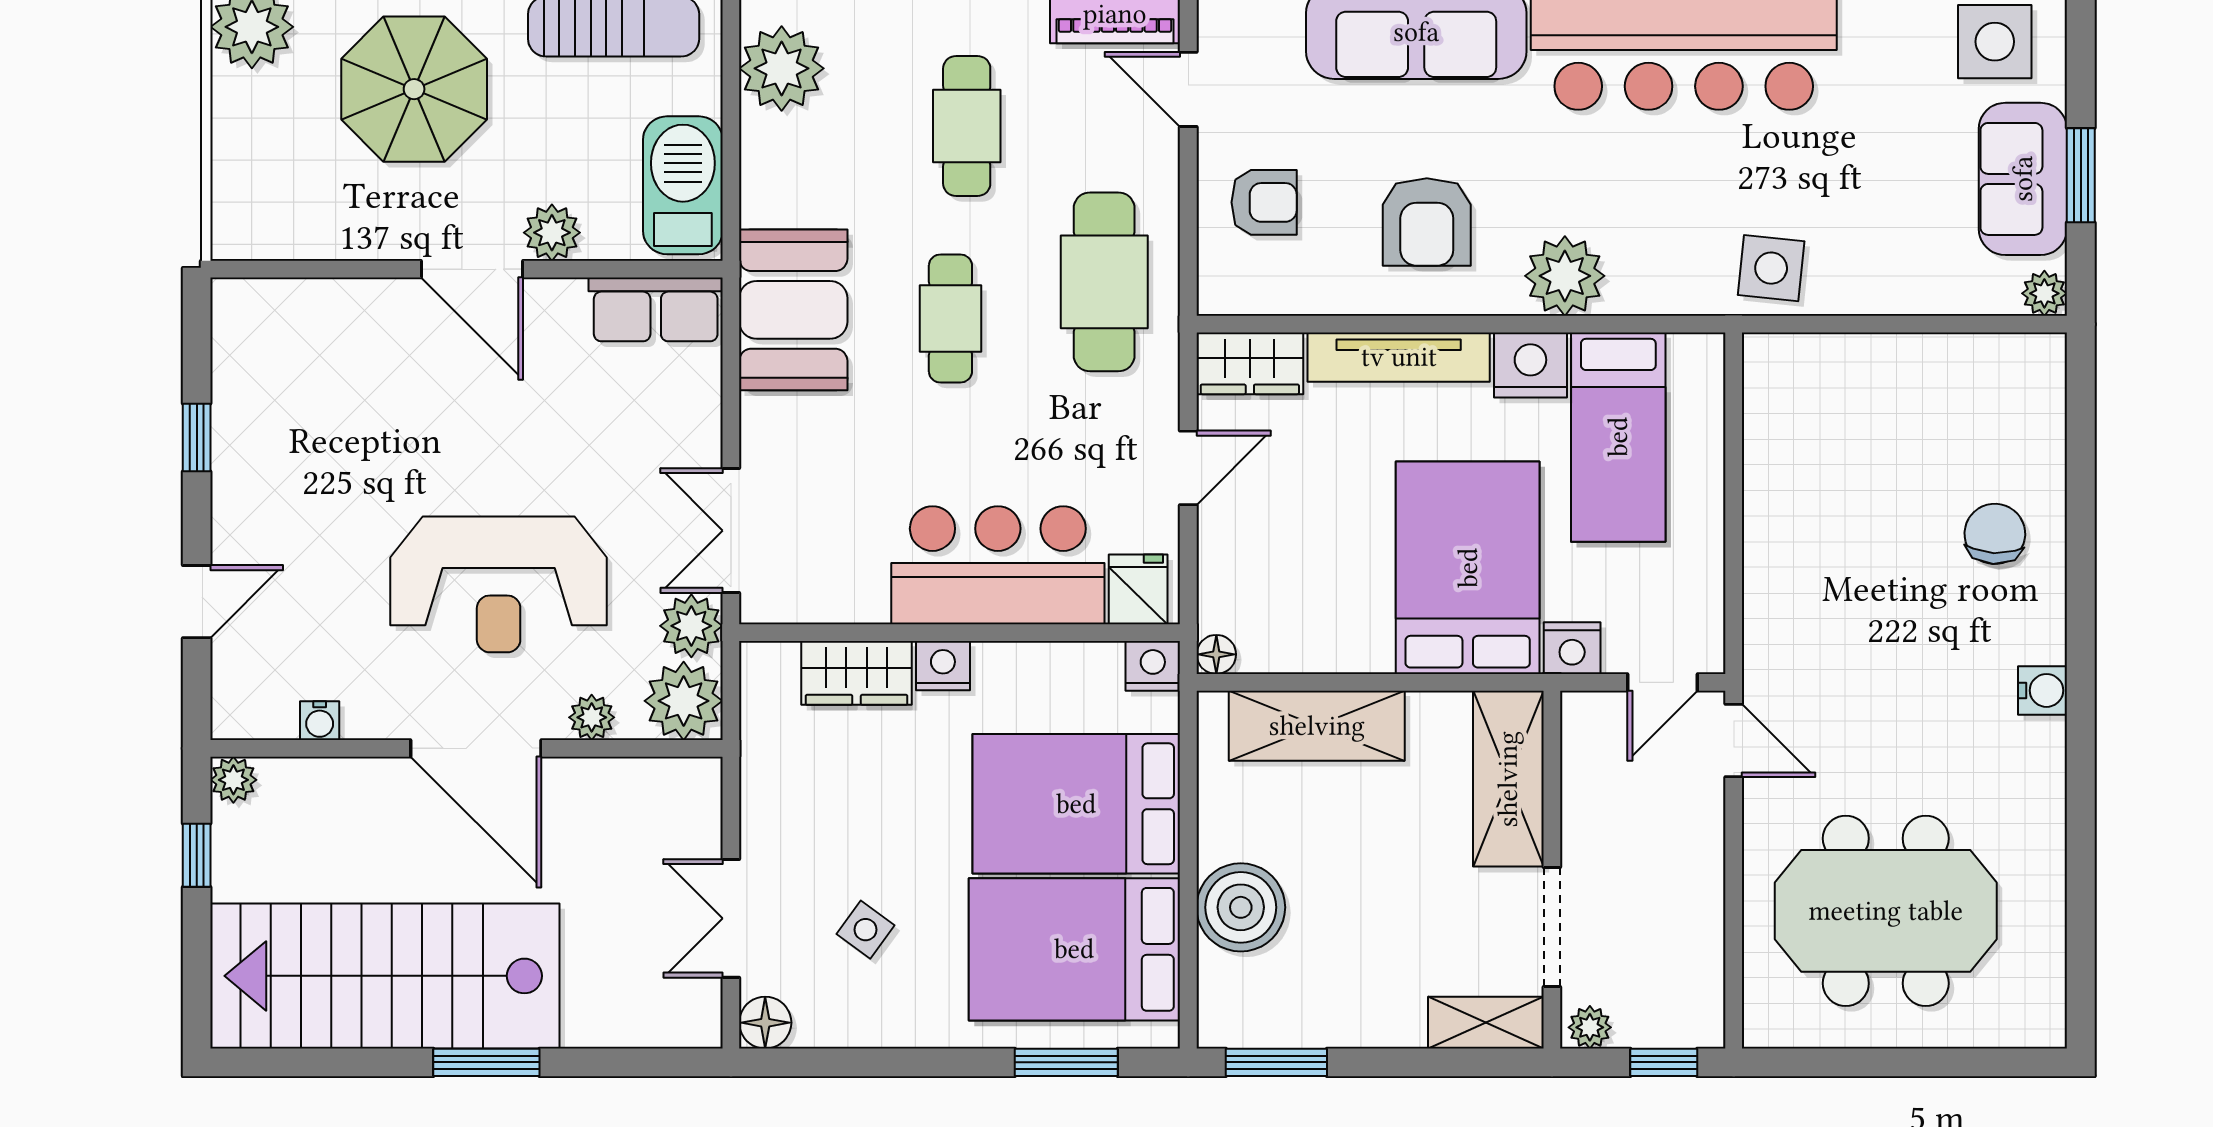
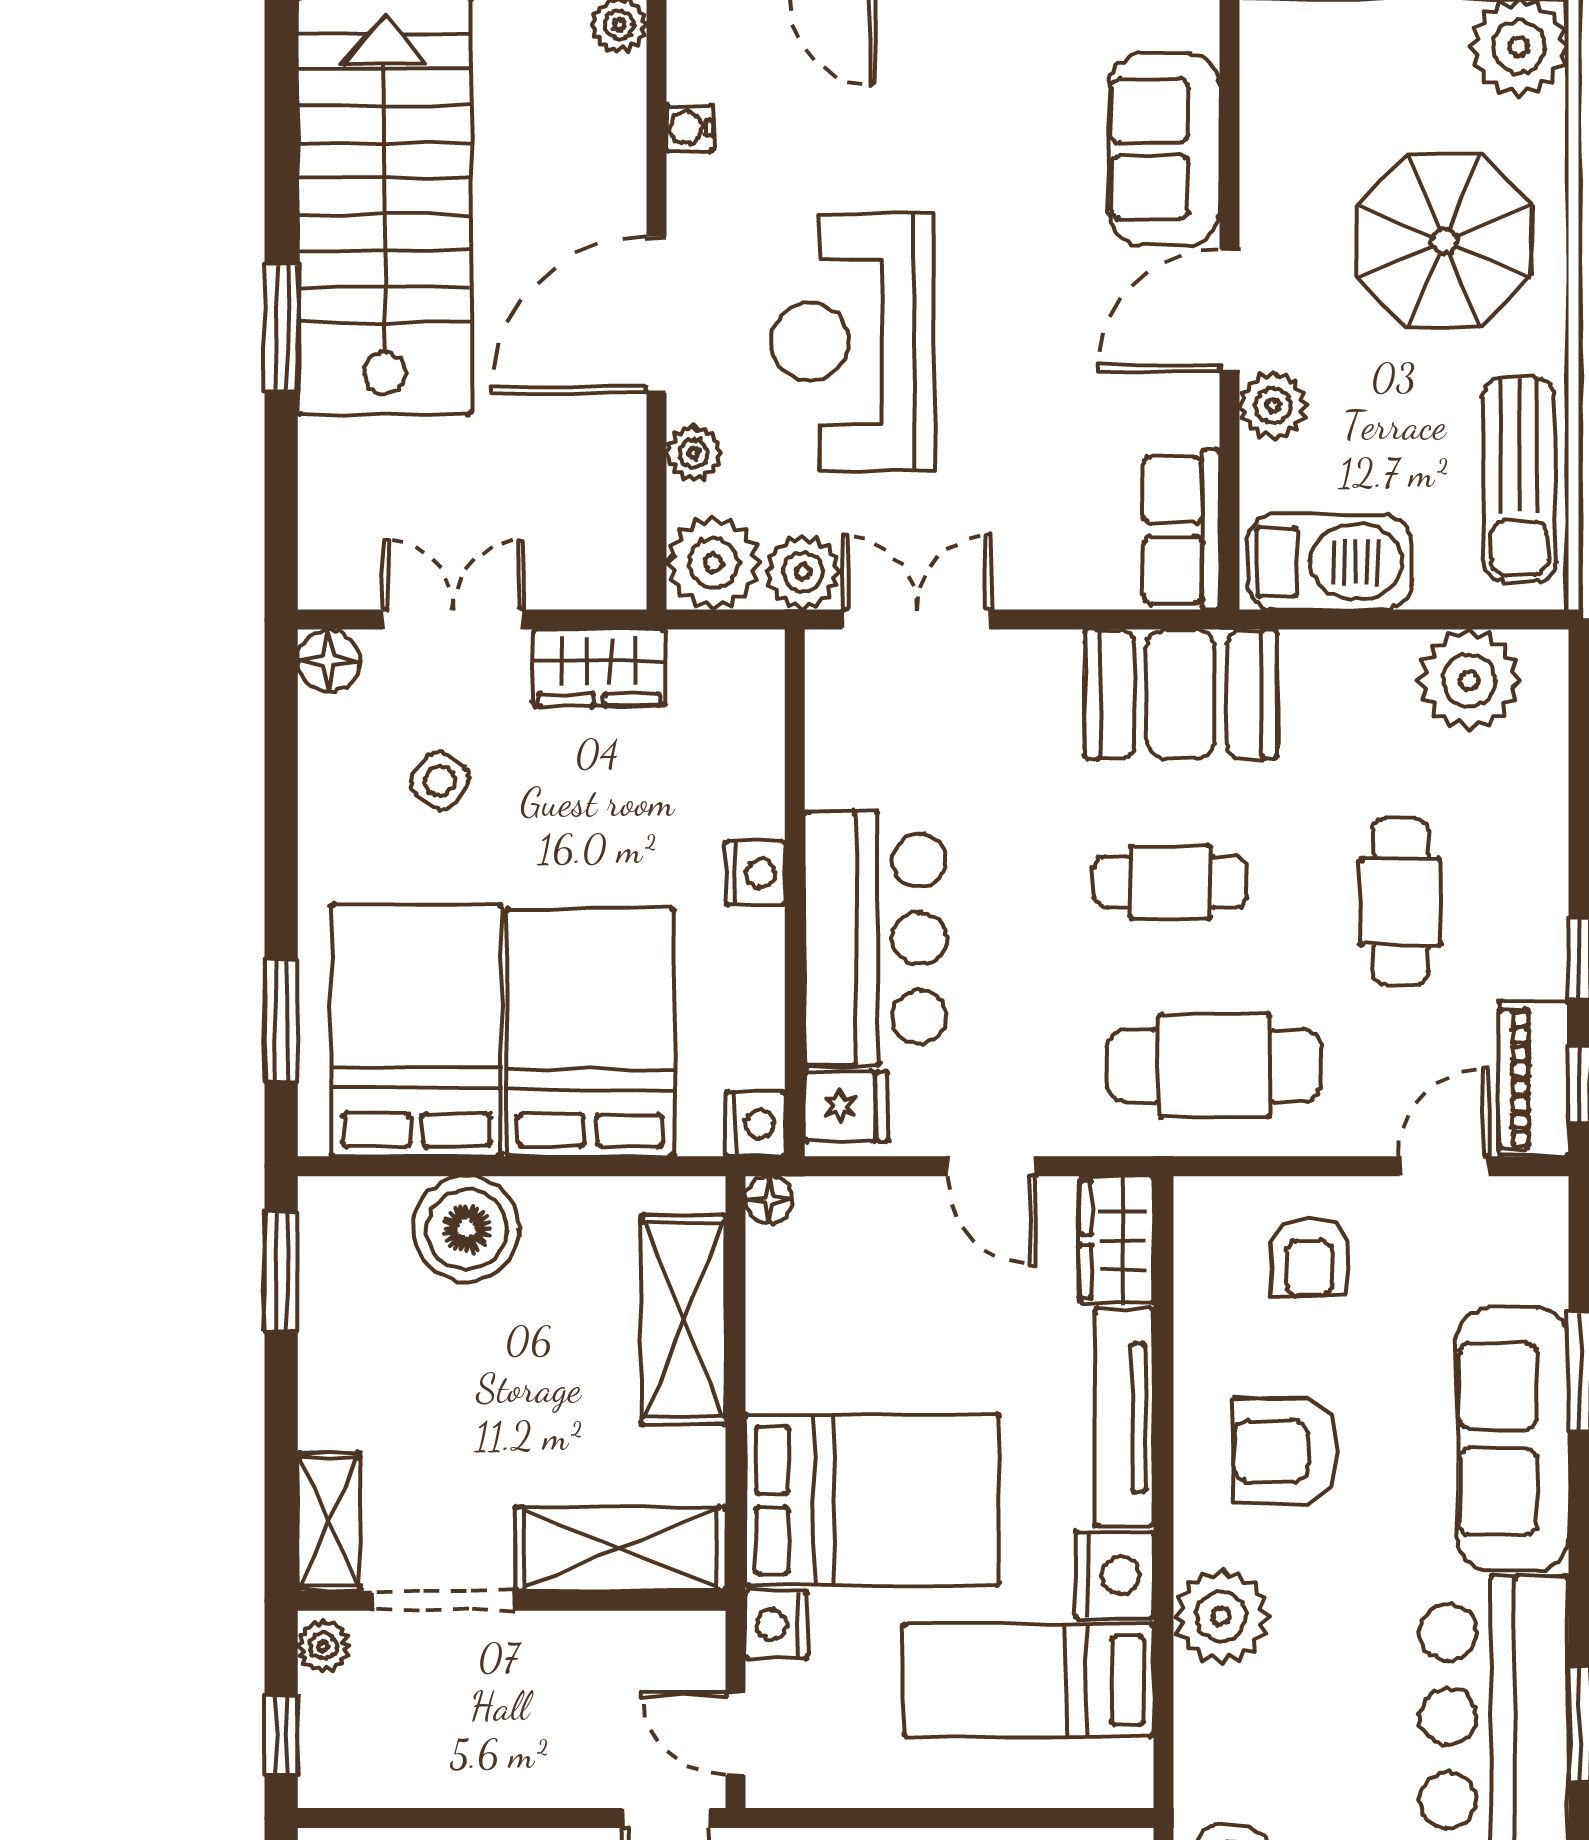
cafe table: (967, 126) -> (1400, 901), turned 90
sofa: (337, 324) -> (1164, 149), added
wardrobe: (857, 673) -> (599, 668), moved, turned -90

